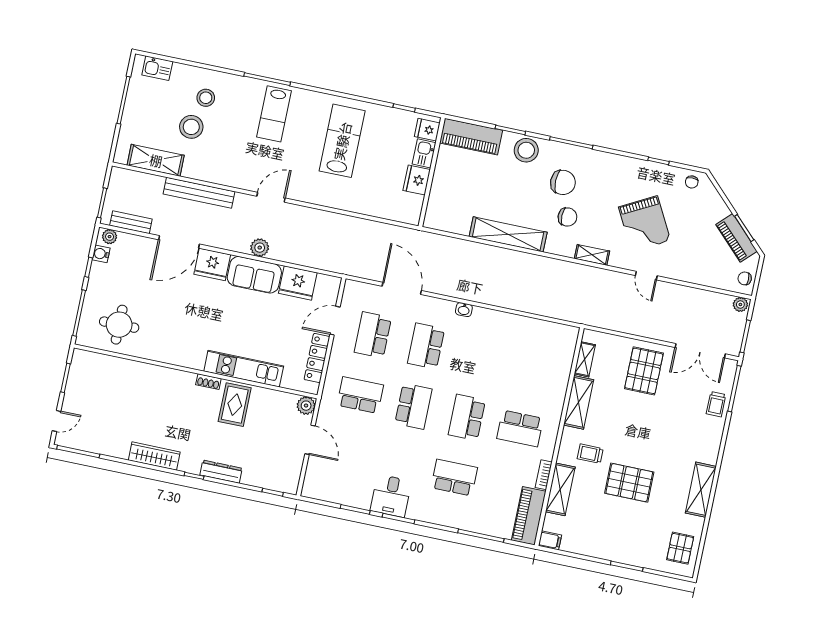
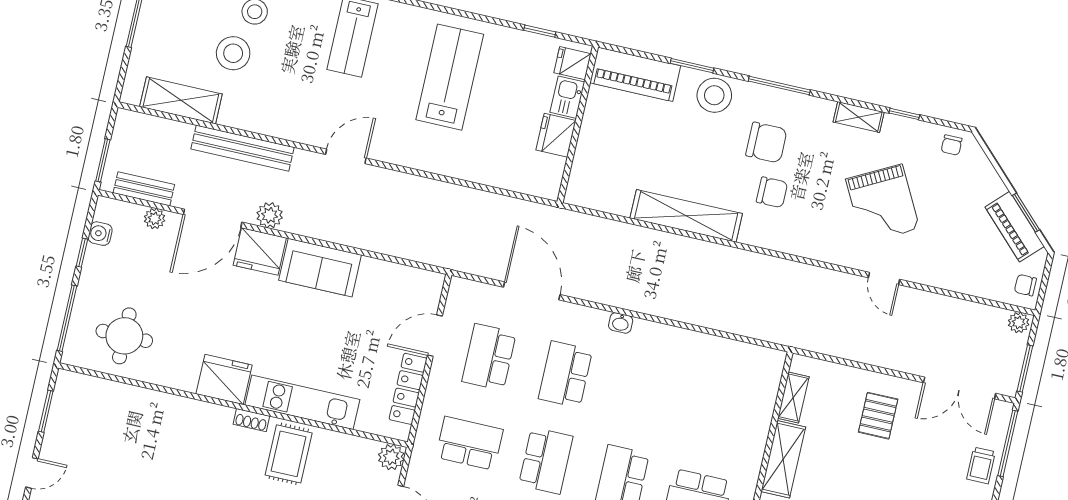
plant: (110, 237) -> (155, 219), moved
plant: (260, 248) -> (270, 215), moved
shelving: (592, 255) -> (859, 117), moved
fridge: (298, 283) -> (224, 379), moved, turned 180
pallet: (644, 371) -> (878, 416), width x0.67, depth x0.71

